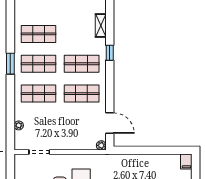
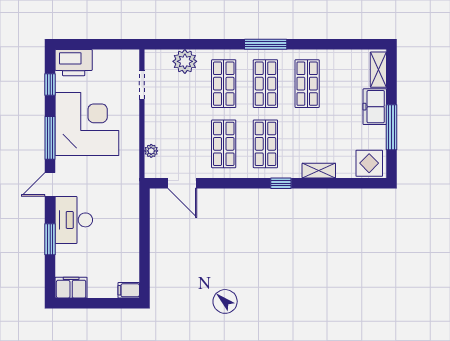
window: (10, 64) -> (266, 44), width x1.44
door: (110, 123) -> (182, 183), hinge flipped
plant: (19, 125) -> (185, 61), width x1.88, depth x1.88
plant: (101, 145) -> (151, 151), moved

